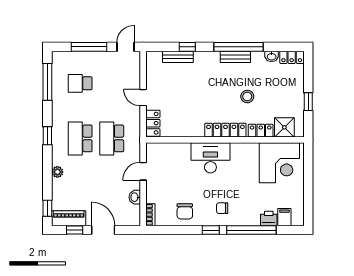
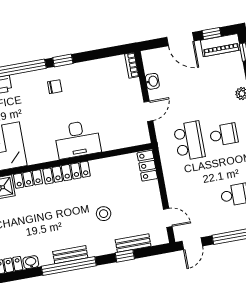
stool: (247, 96) -> (104, 214), moved
door: (143, 98) -> (168, 218), moved
school desk: (80, 138) -> (224, 135), width x0.54
chair: (185, 211) -> (95, 76), removed

